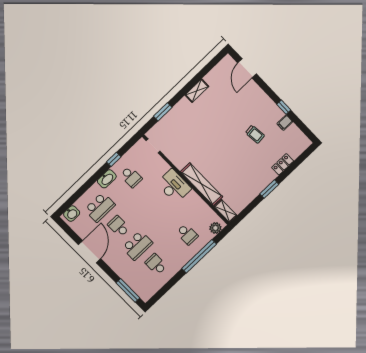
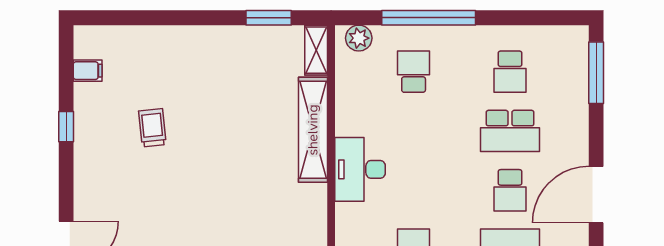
filing cabinet: (285, 123) -> (88, 71), moved
locker: (283, 164) -> (154, 37), removed
window: (269, 189) -> (269, 18), moved
school desk: (137, 245) -> (510, 131), turned 180

